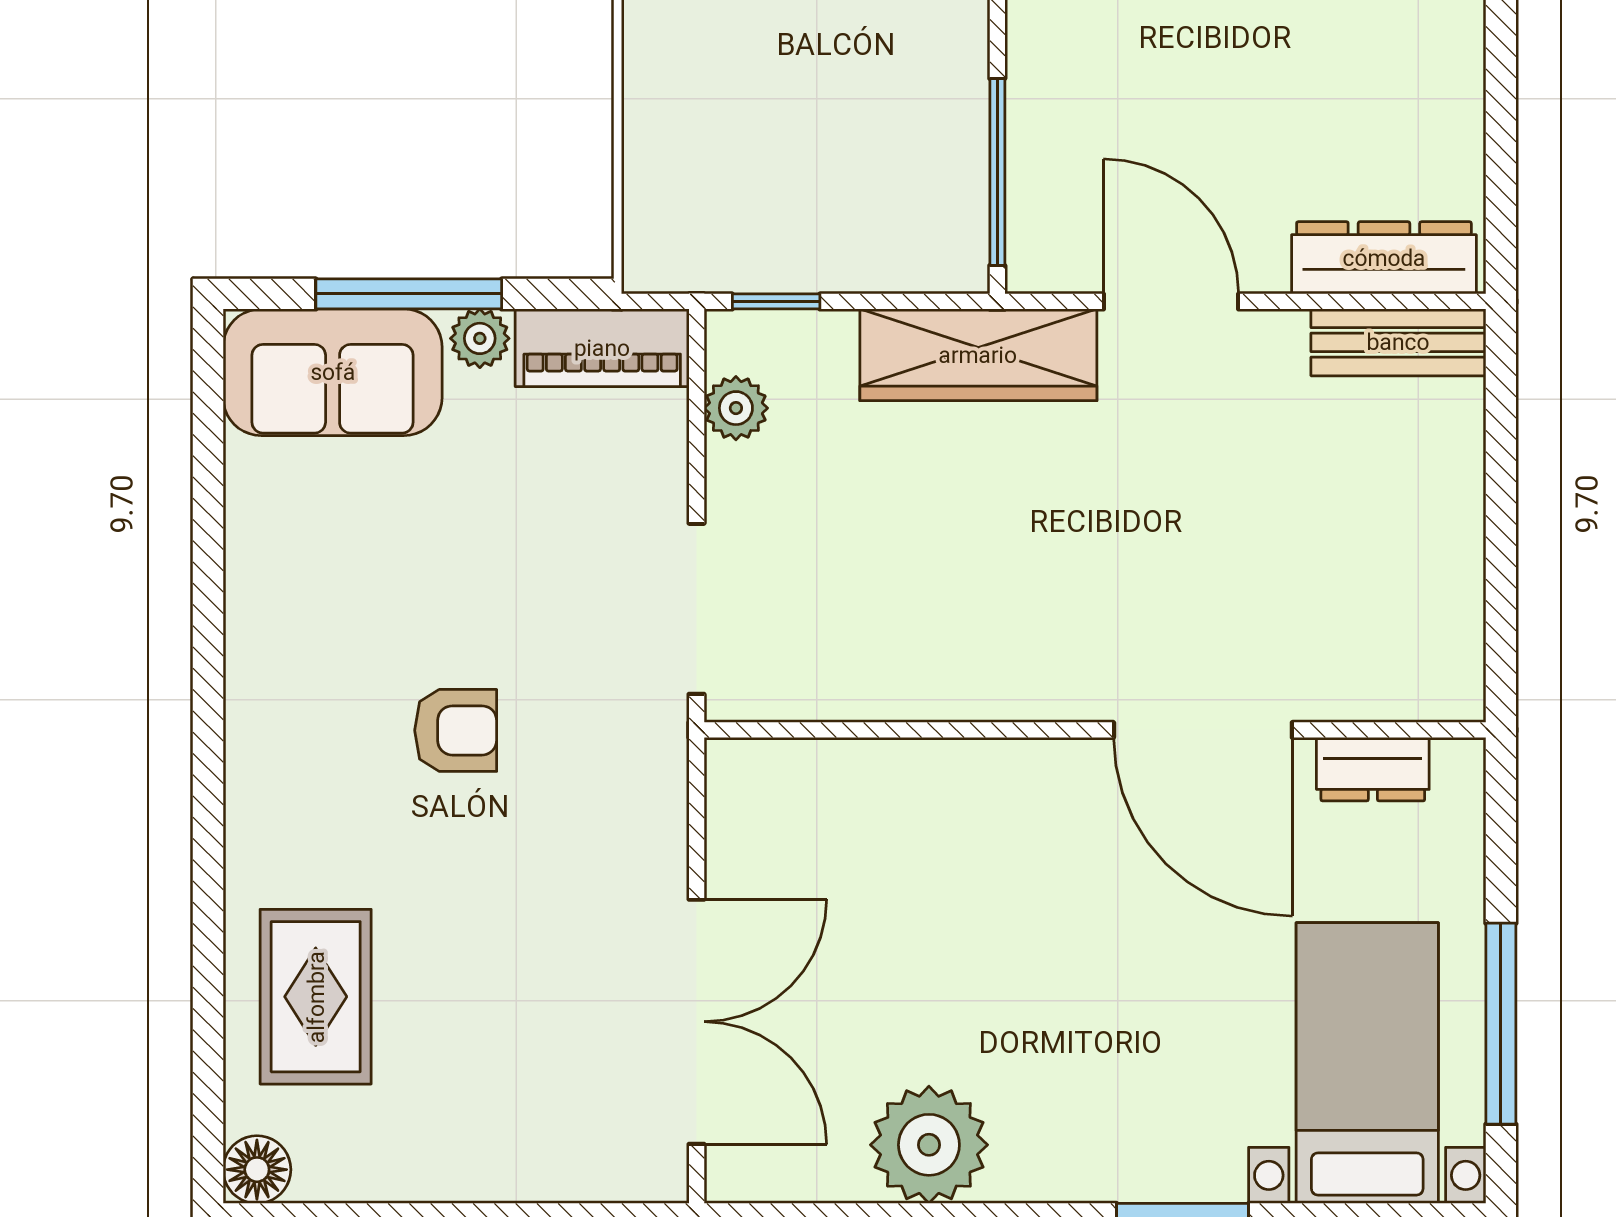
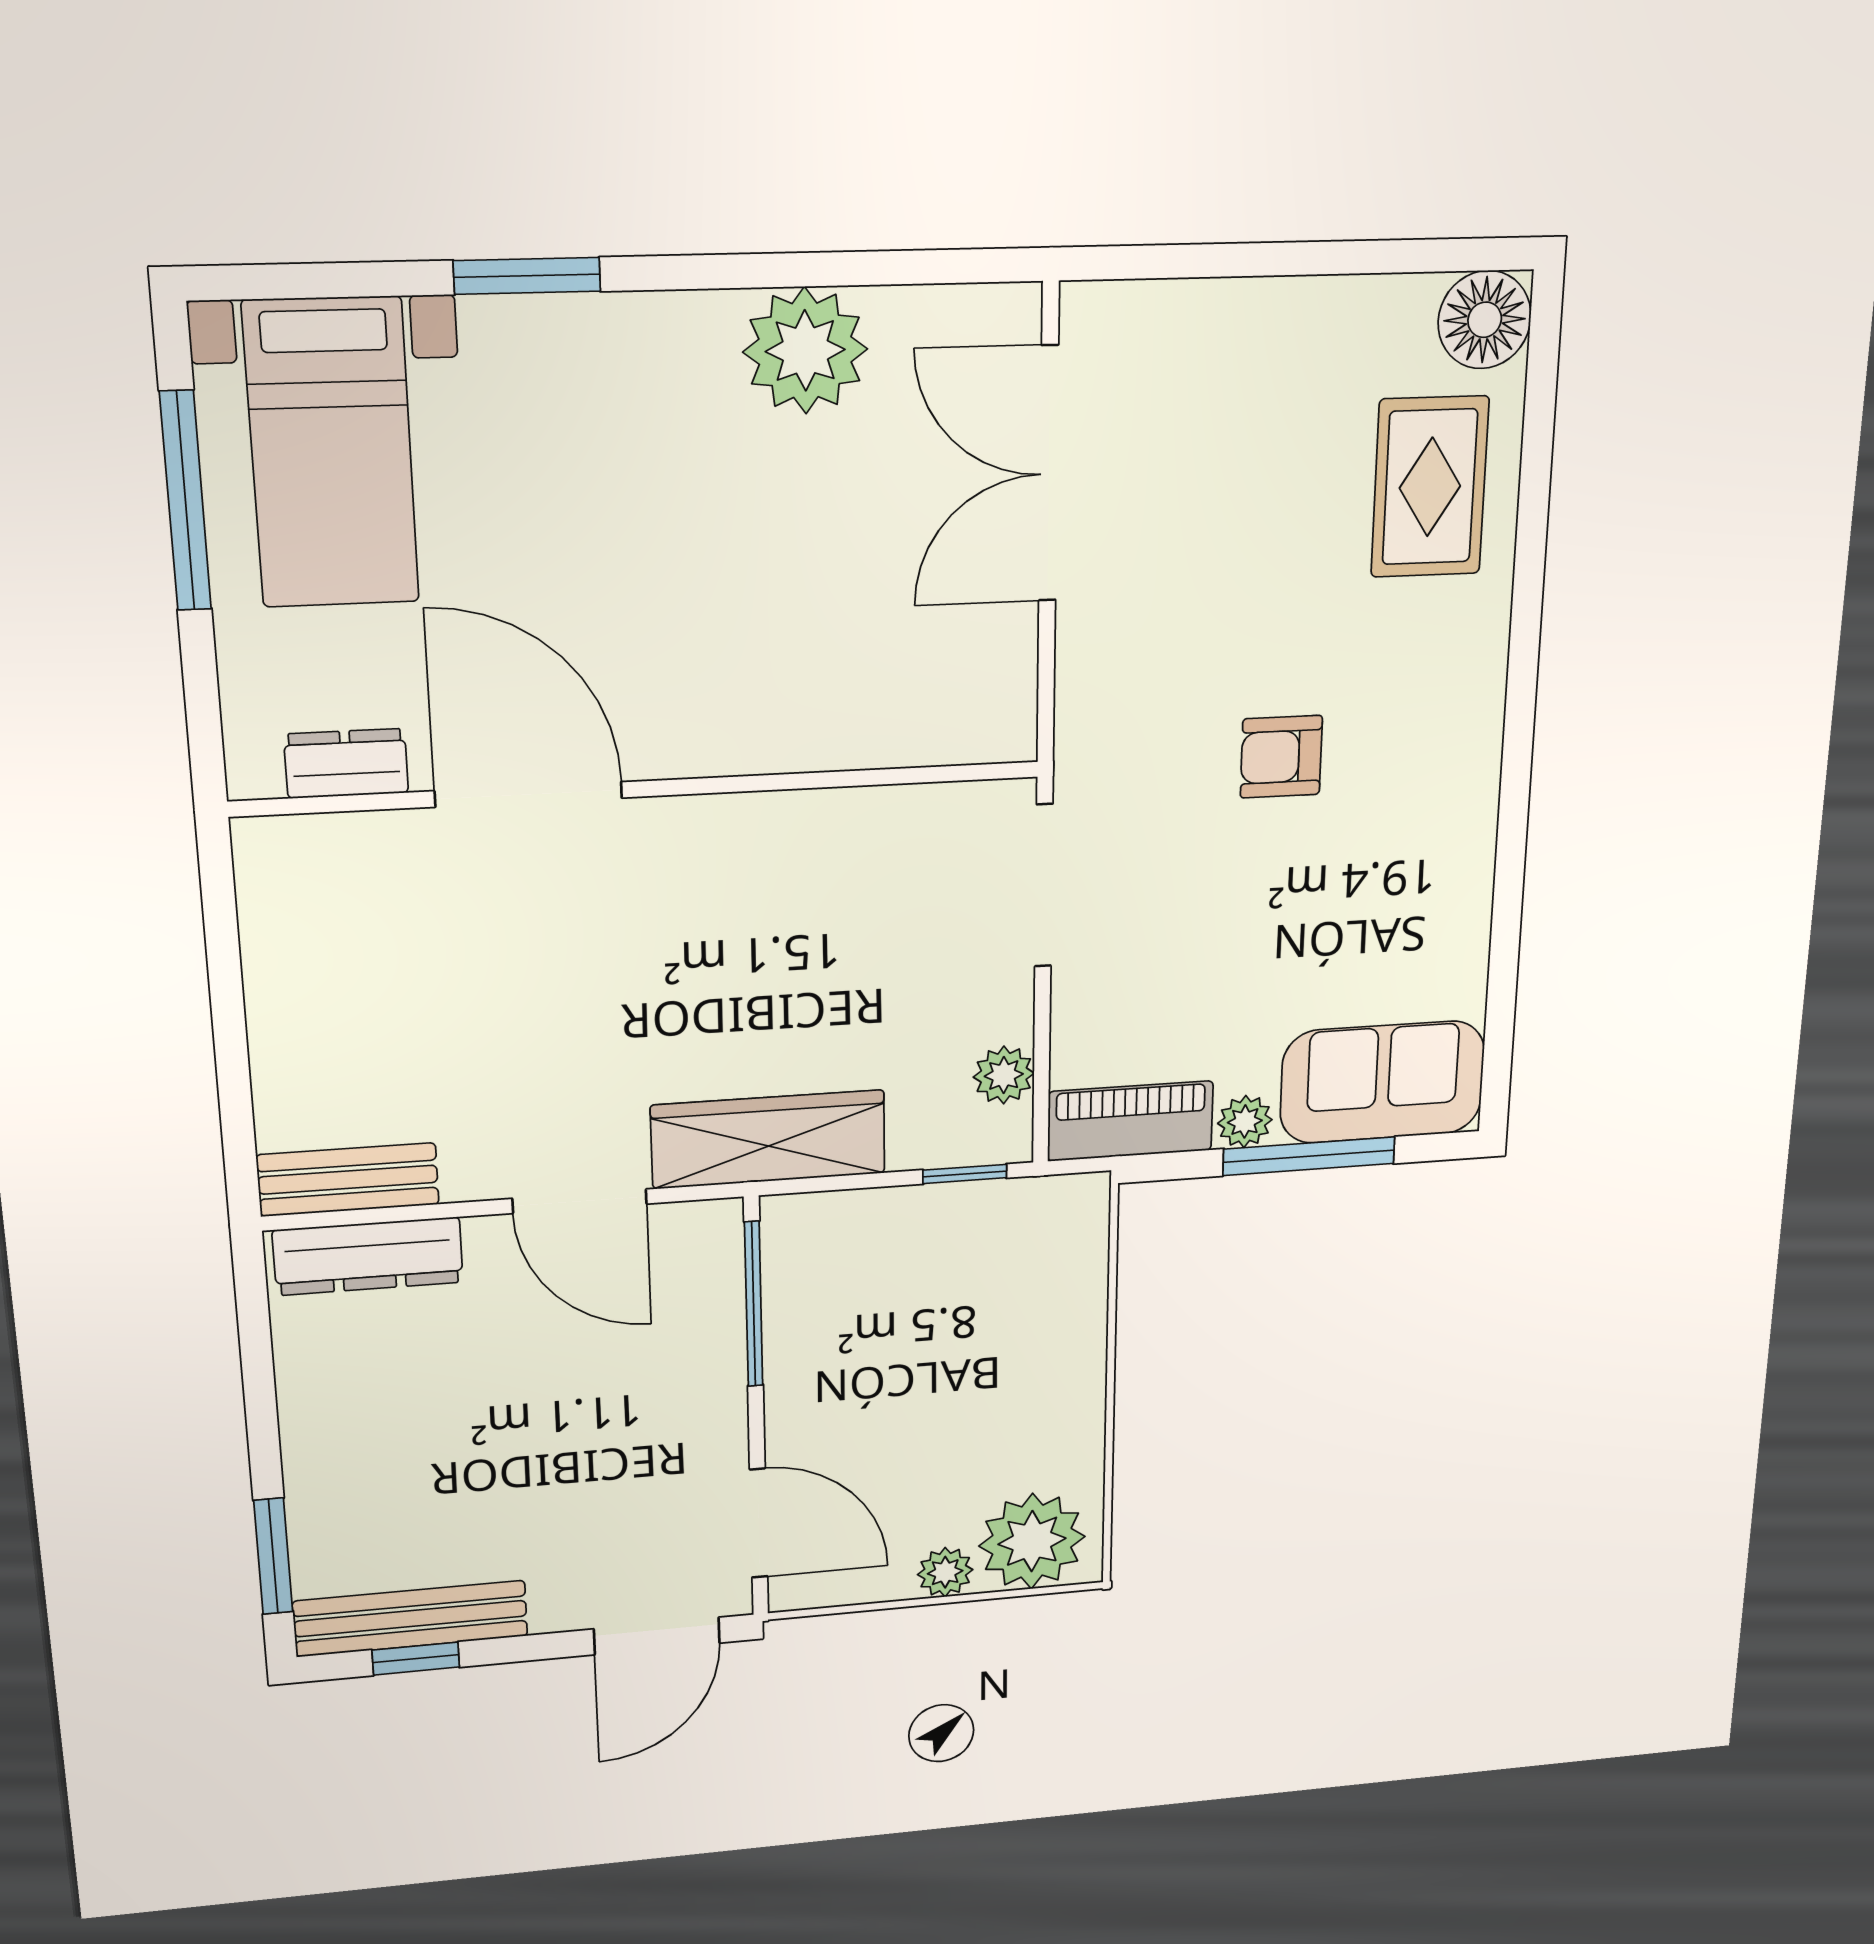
floor lamp: (257, 1170) -> (1485, 320), width x1.38, depth x1.38

